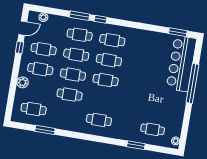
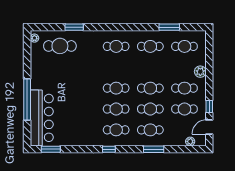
window: (100, 19) -> (109, 149), moved
cafe table: (70, 95) -> (150, 46), moved
cafe table: (153, 129) -> (60, 46), width x1.37, depth x1.35

